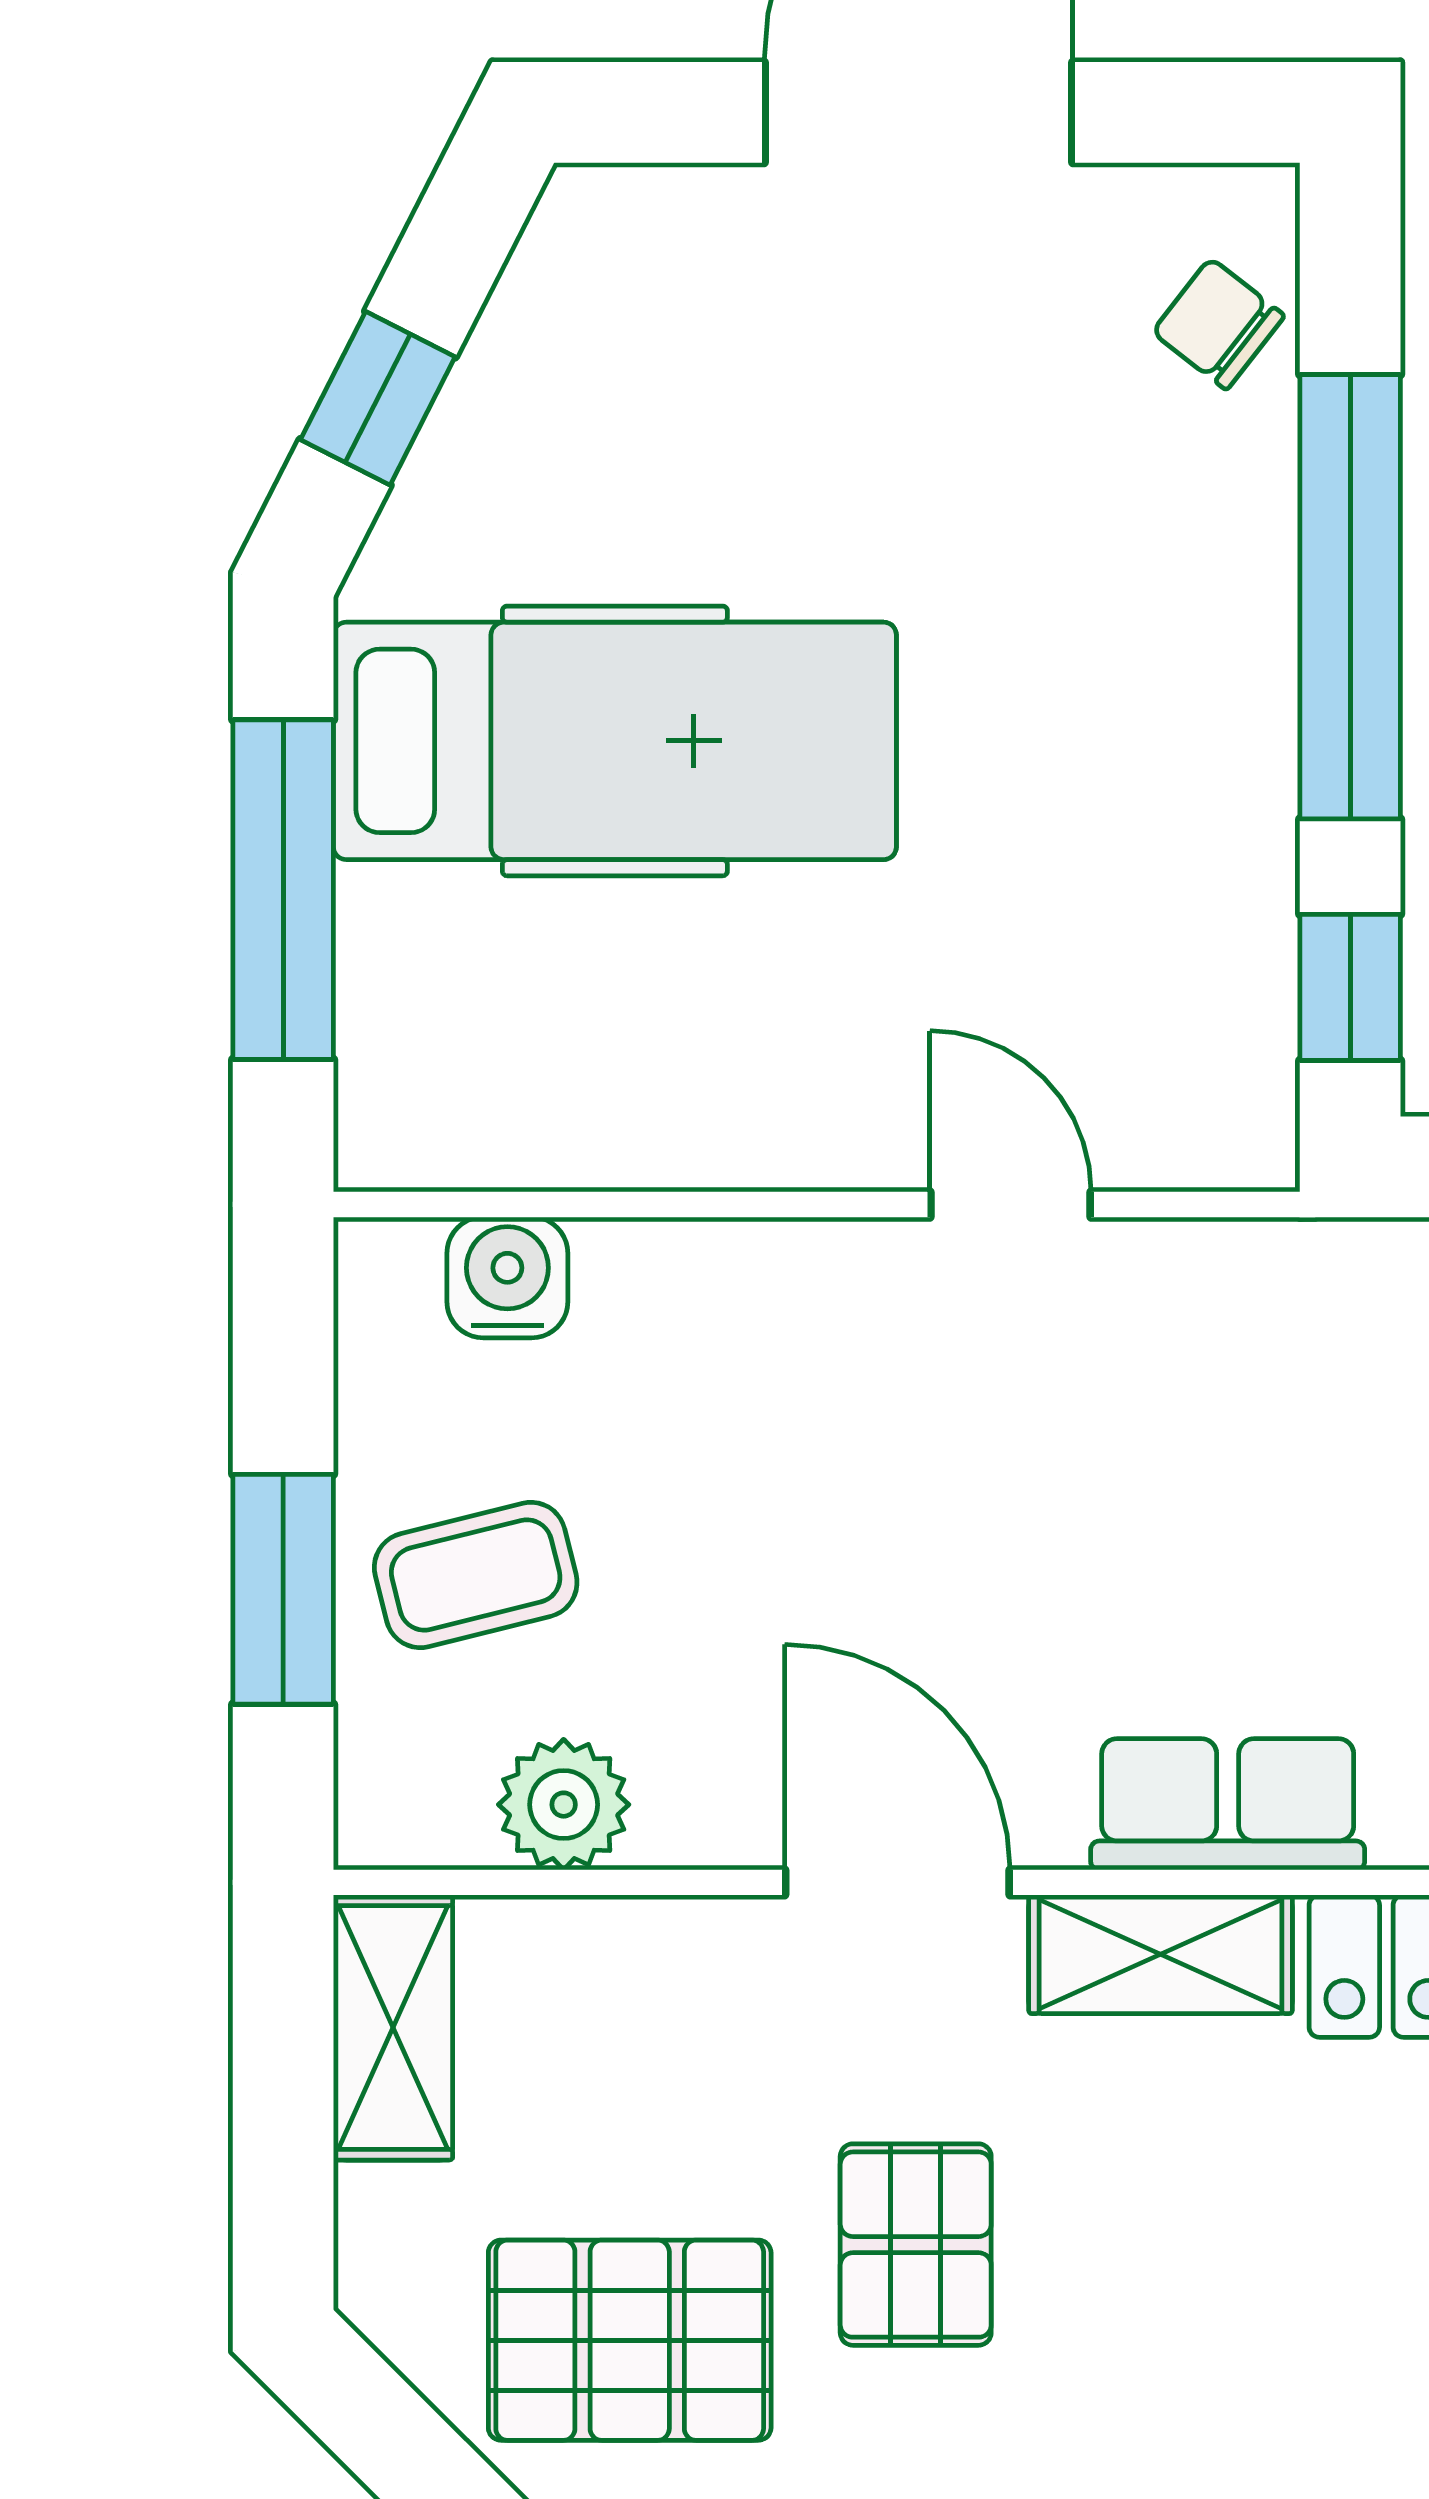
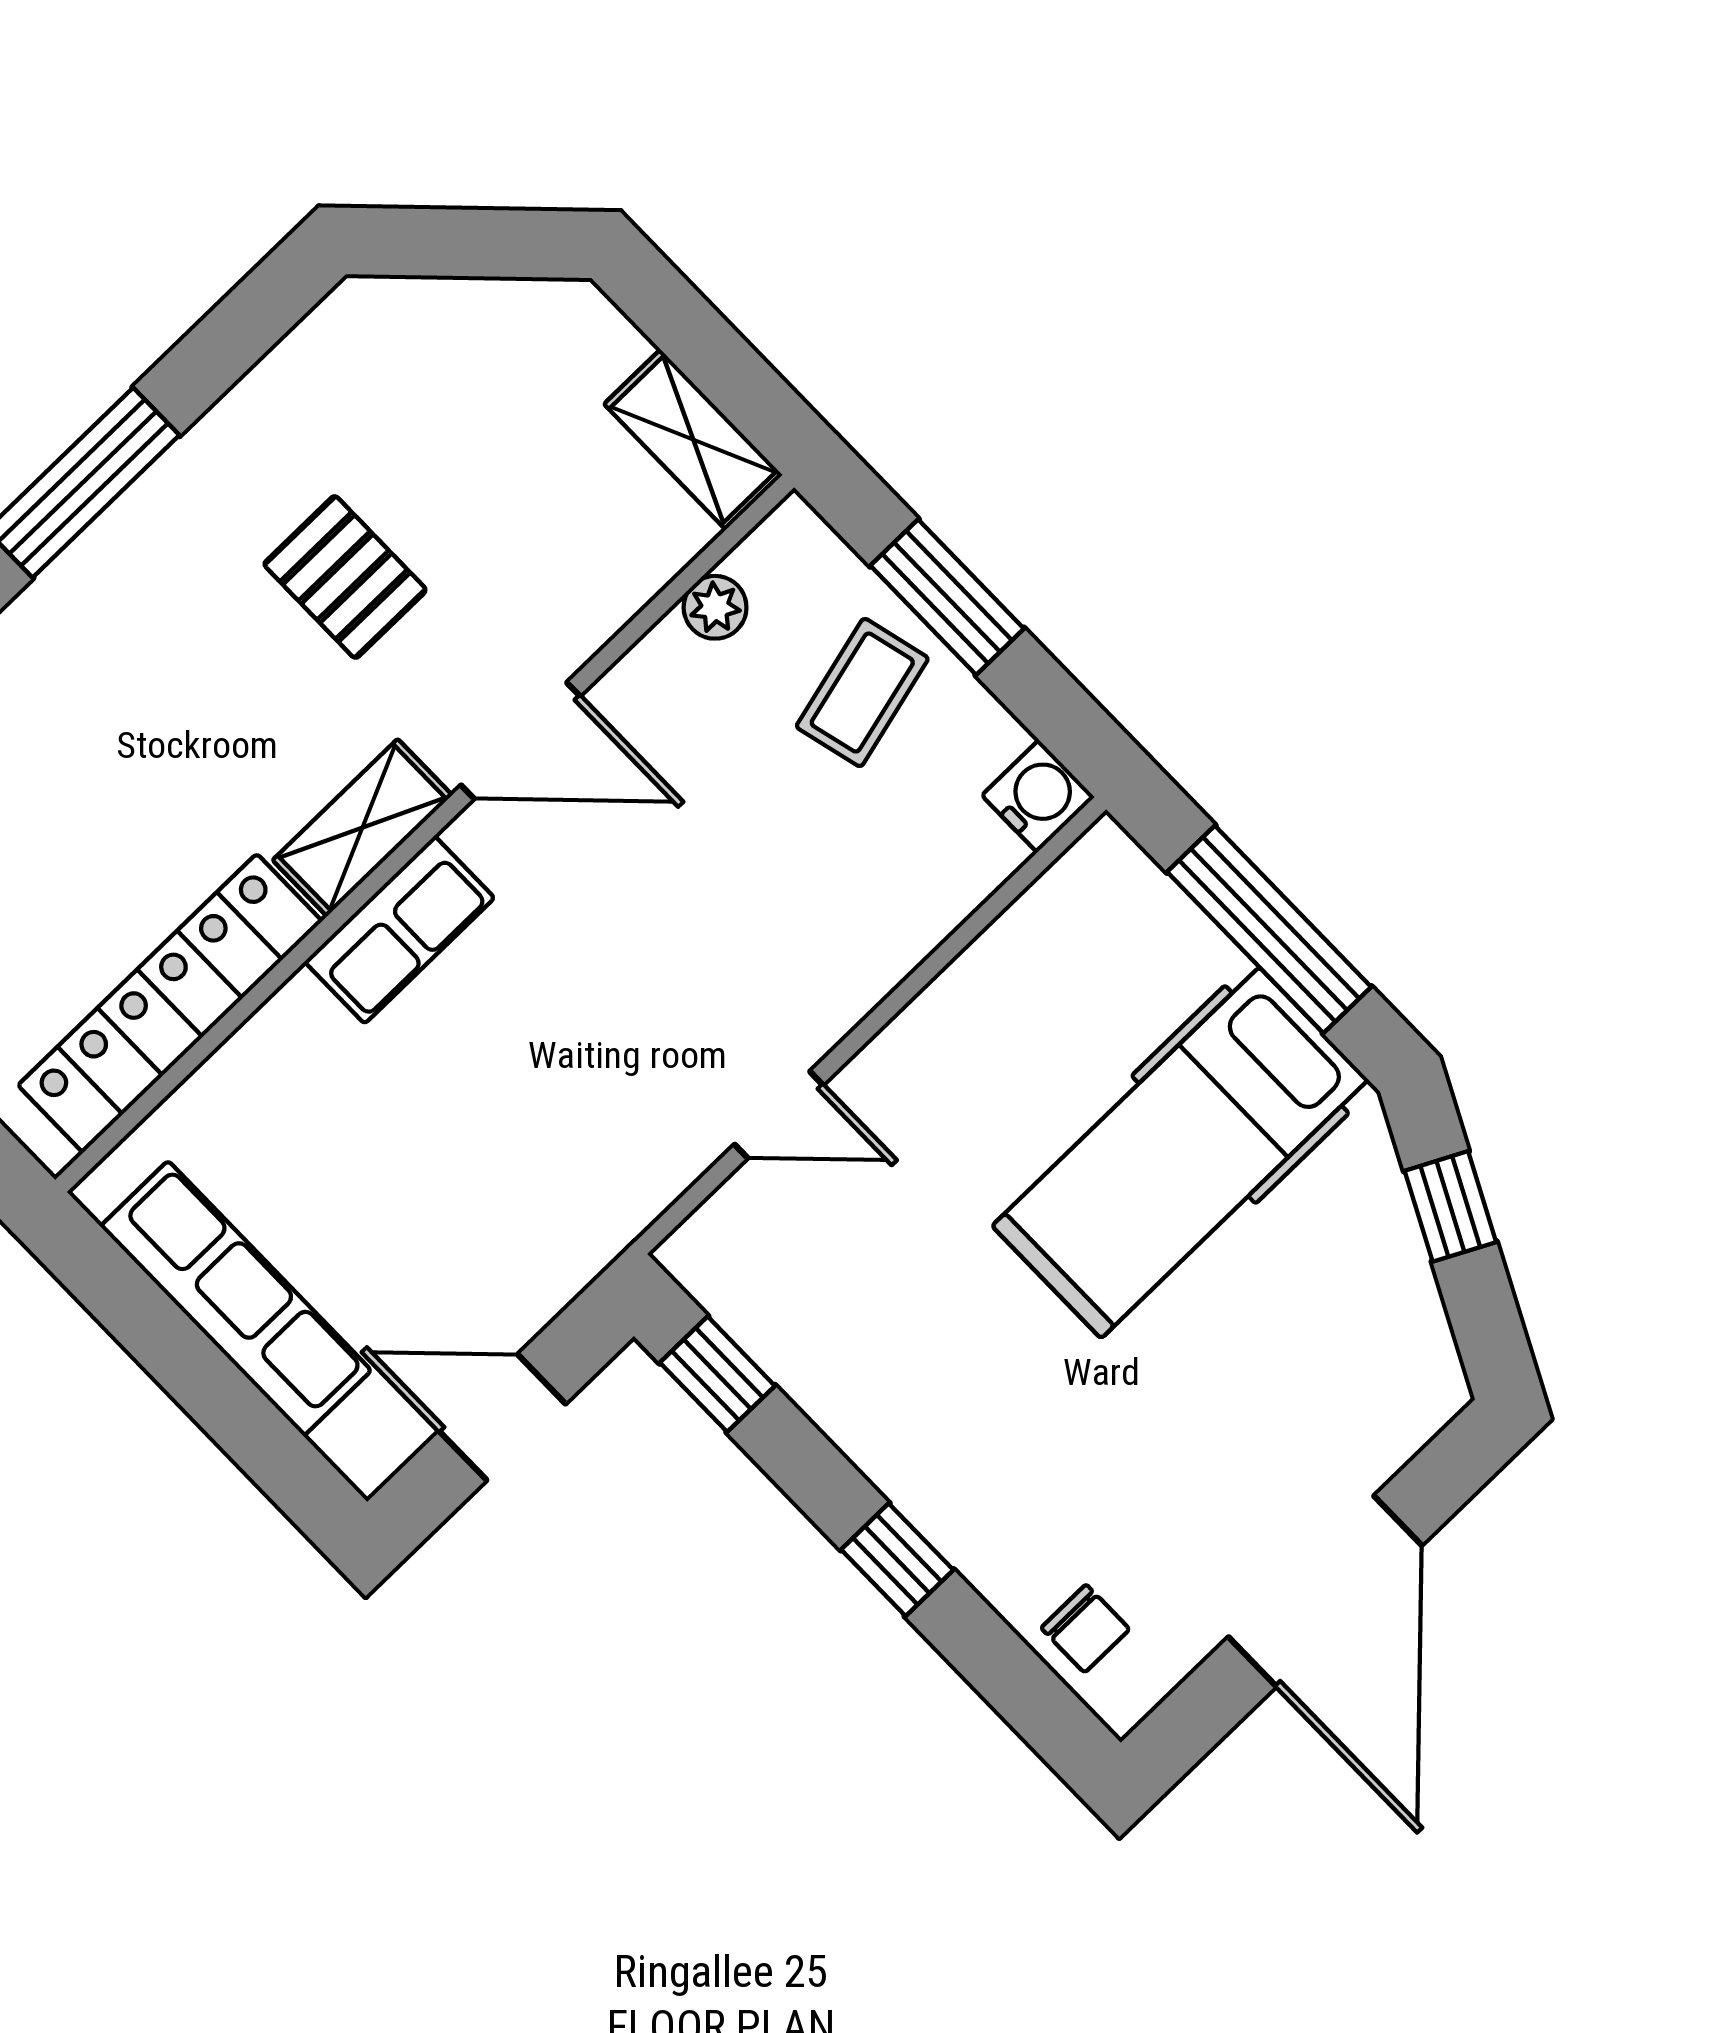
chair: (1218, 324) -> (1085, 1629), turned 52
window: (1350, 597) -> (897, 1560), width x0.32
water cooler: (507, 1277) -> (1038, 796), moved, turned -90
plant: (564, 1805) -> (715, 607), width x0.73, depth x0.73
pallet: (630, 2340) -> (437, 400), removed

